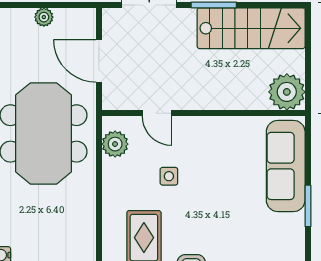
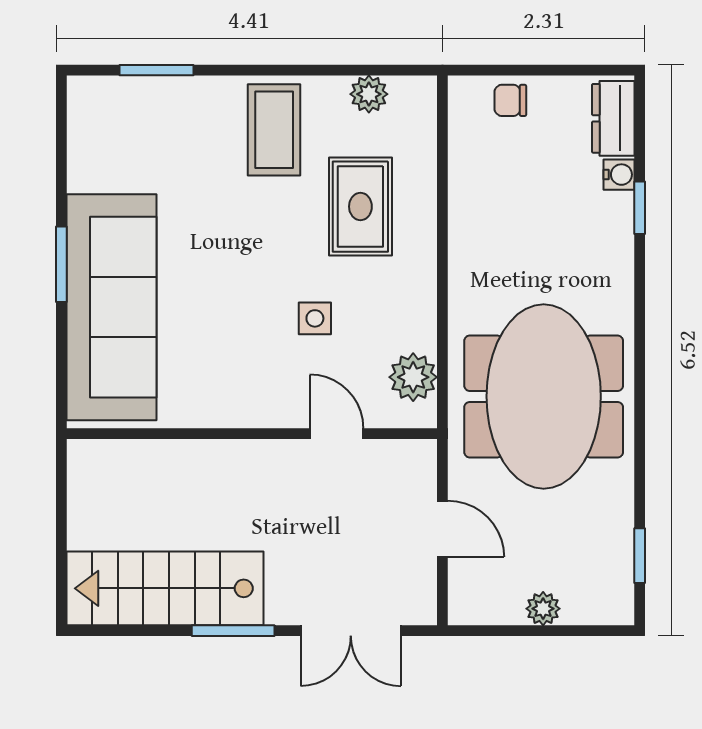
door: (99, 61) -> (442, 529), width x0.73
plant: (287, 92) -> (100, 472), removed
sofa: (286, 166) -> (112, 307), width x1.36, depth x1.27

